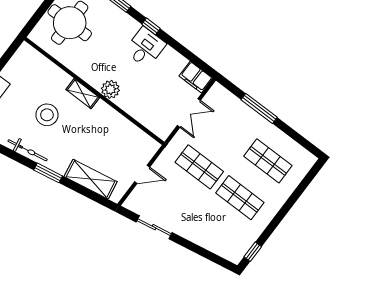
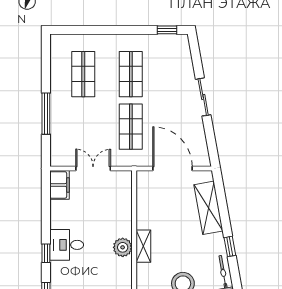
shelving: (83, 94) -> (143, 246), moved
window: (48, 173) -> (230, 246), width x0.67
door: (142, 174) -> (172, 169), width x1.88
sliding door: (154, 227) -> (203, 97), moved

